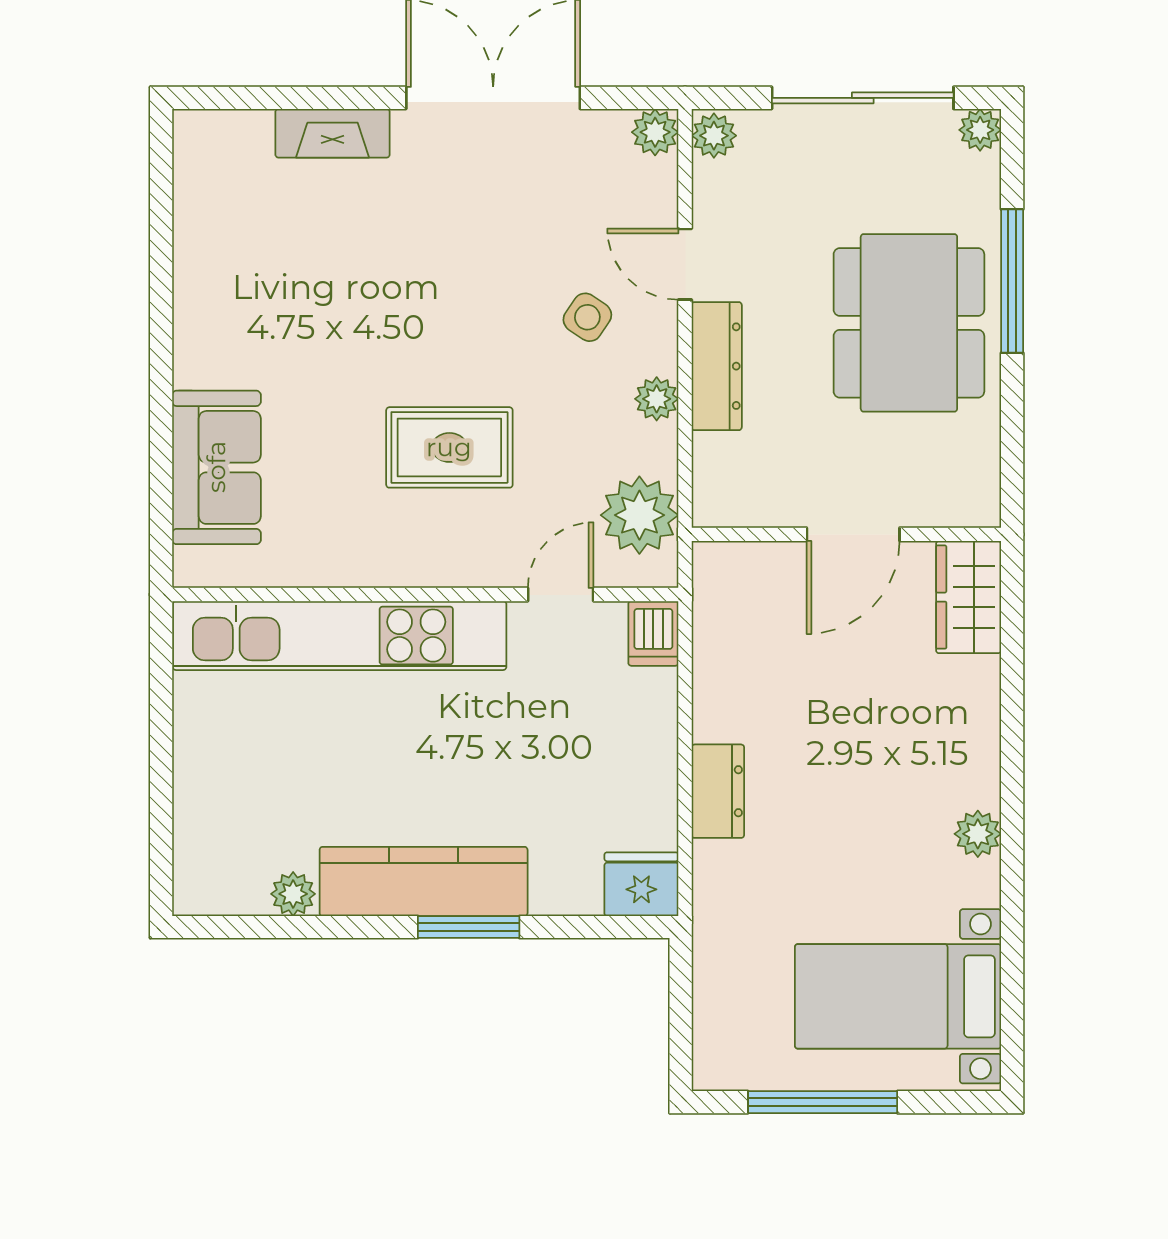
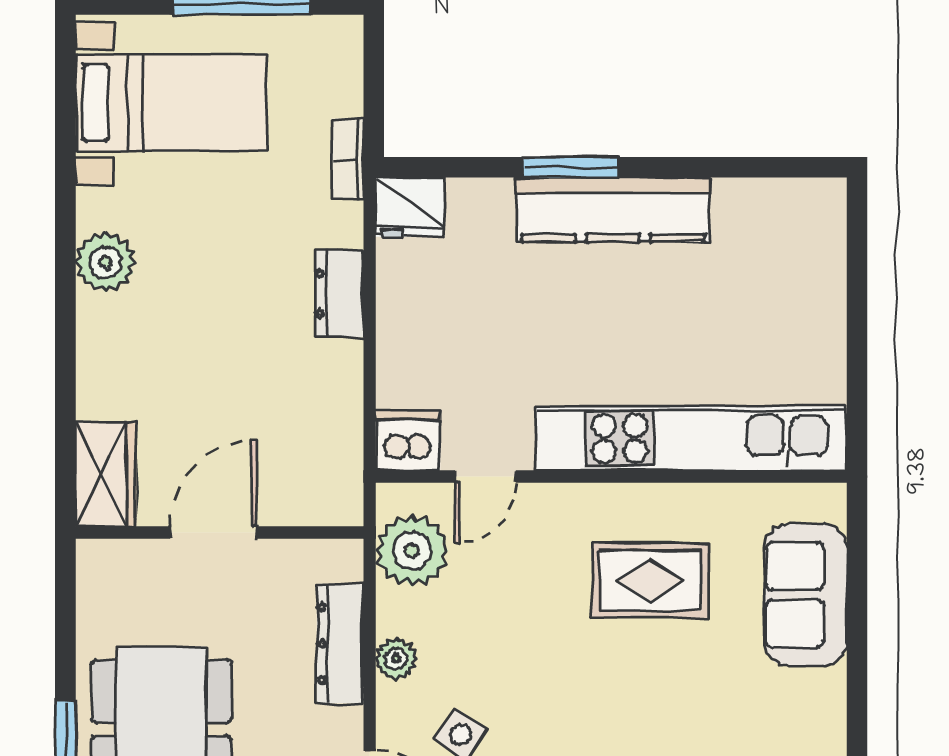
dresser: (717, 366) -> (340, 644), moved
rug: (449, 447) -> (651, 580), moved
dishwasher: (653, 633) -> (408, 440), width x1.38
plant: (978, 834) -> (105, 262), width x1.38, depth x1.38
plant: (293, 894) -> (734, 198), removed
bookcase: (709, 936) -> (347, 159), added

